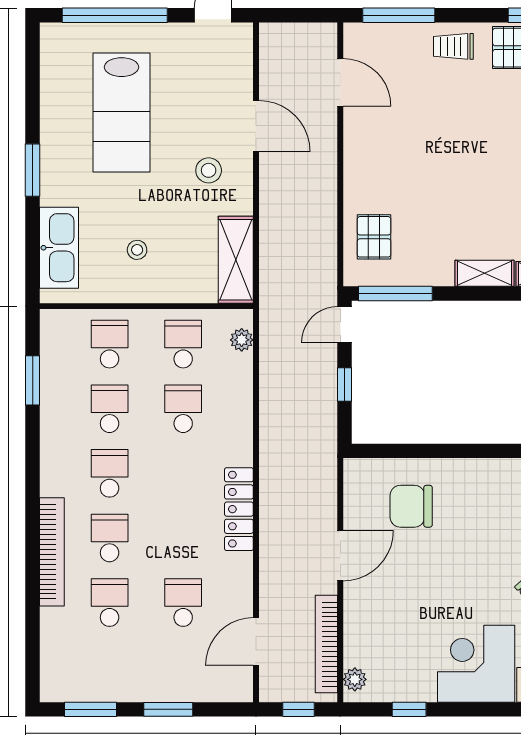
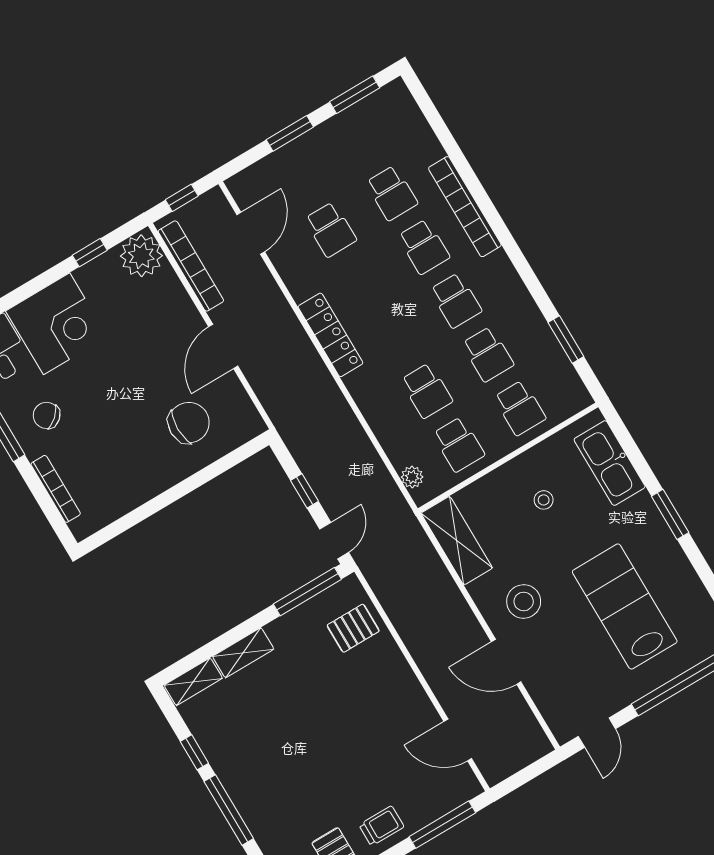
stool: (209, 170) -> (524, 601), width x1.38, depth x1.38
pallet: (374, 237) -> (353, 628), turned 90
plant: (355, 679) -> (141, 256), width x1.87, depth x1.87

